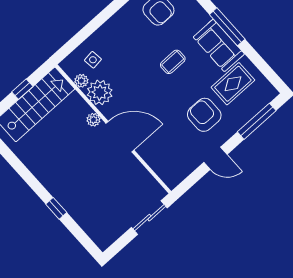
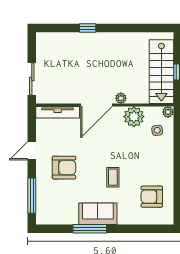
window: (227, 27) -> (90, 229), moved
plant: (81, 81) -> (168, 112), moved
rug: (233, 84) -> (67, 202), removed
tv unit: (159, 166) -> (58, 112), added

